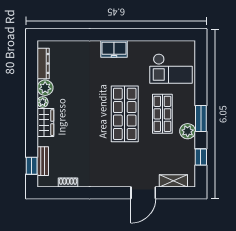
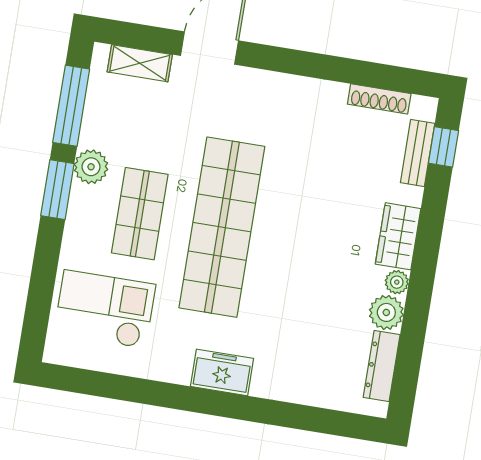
shop shelf: (125, 114) -> (222, 227), width x1.40
window: (201, 157) -> (71, 106), width x2.17
shoe rack: (68, 183) -> (379, 99), width x1.43

